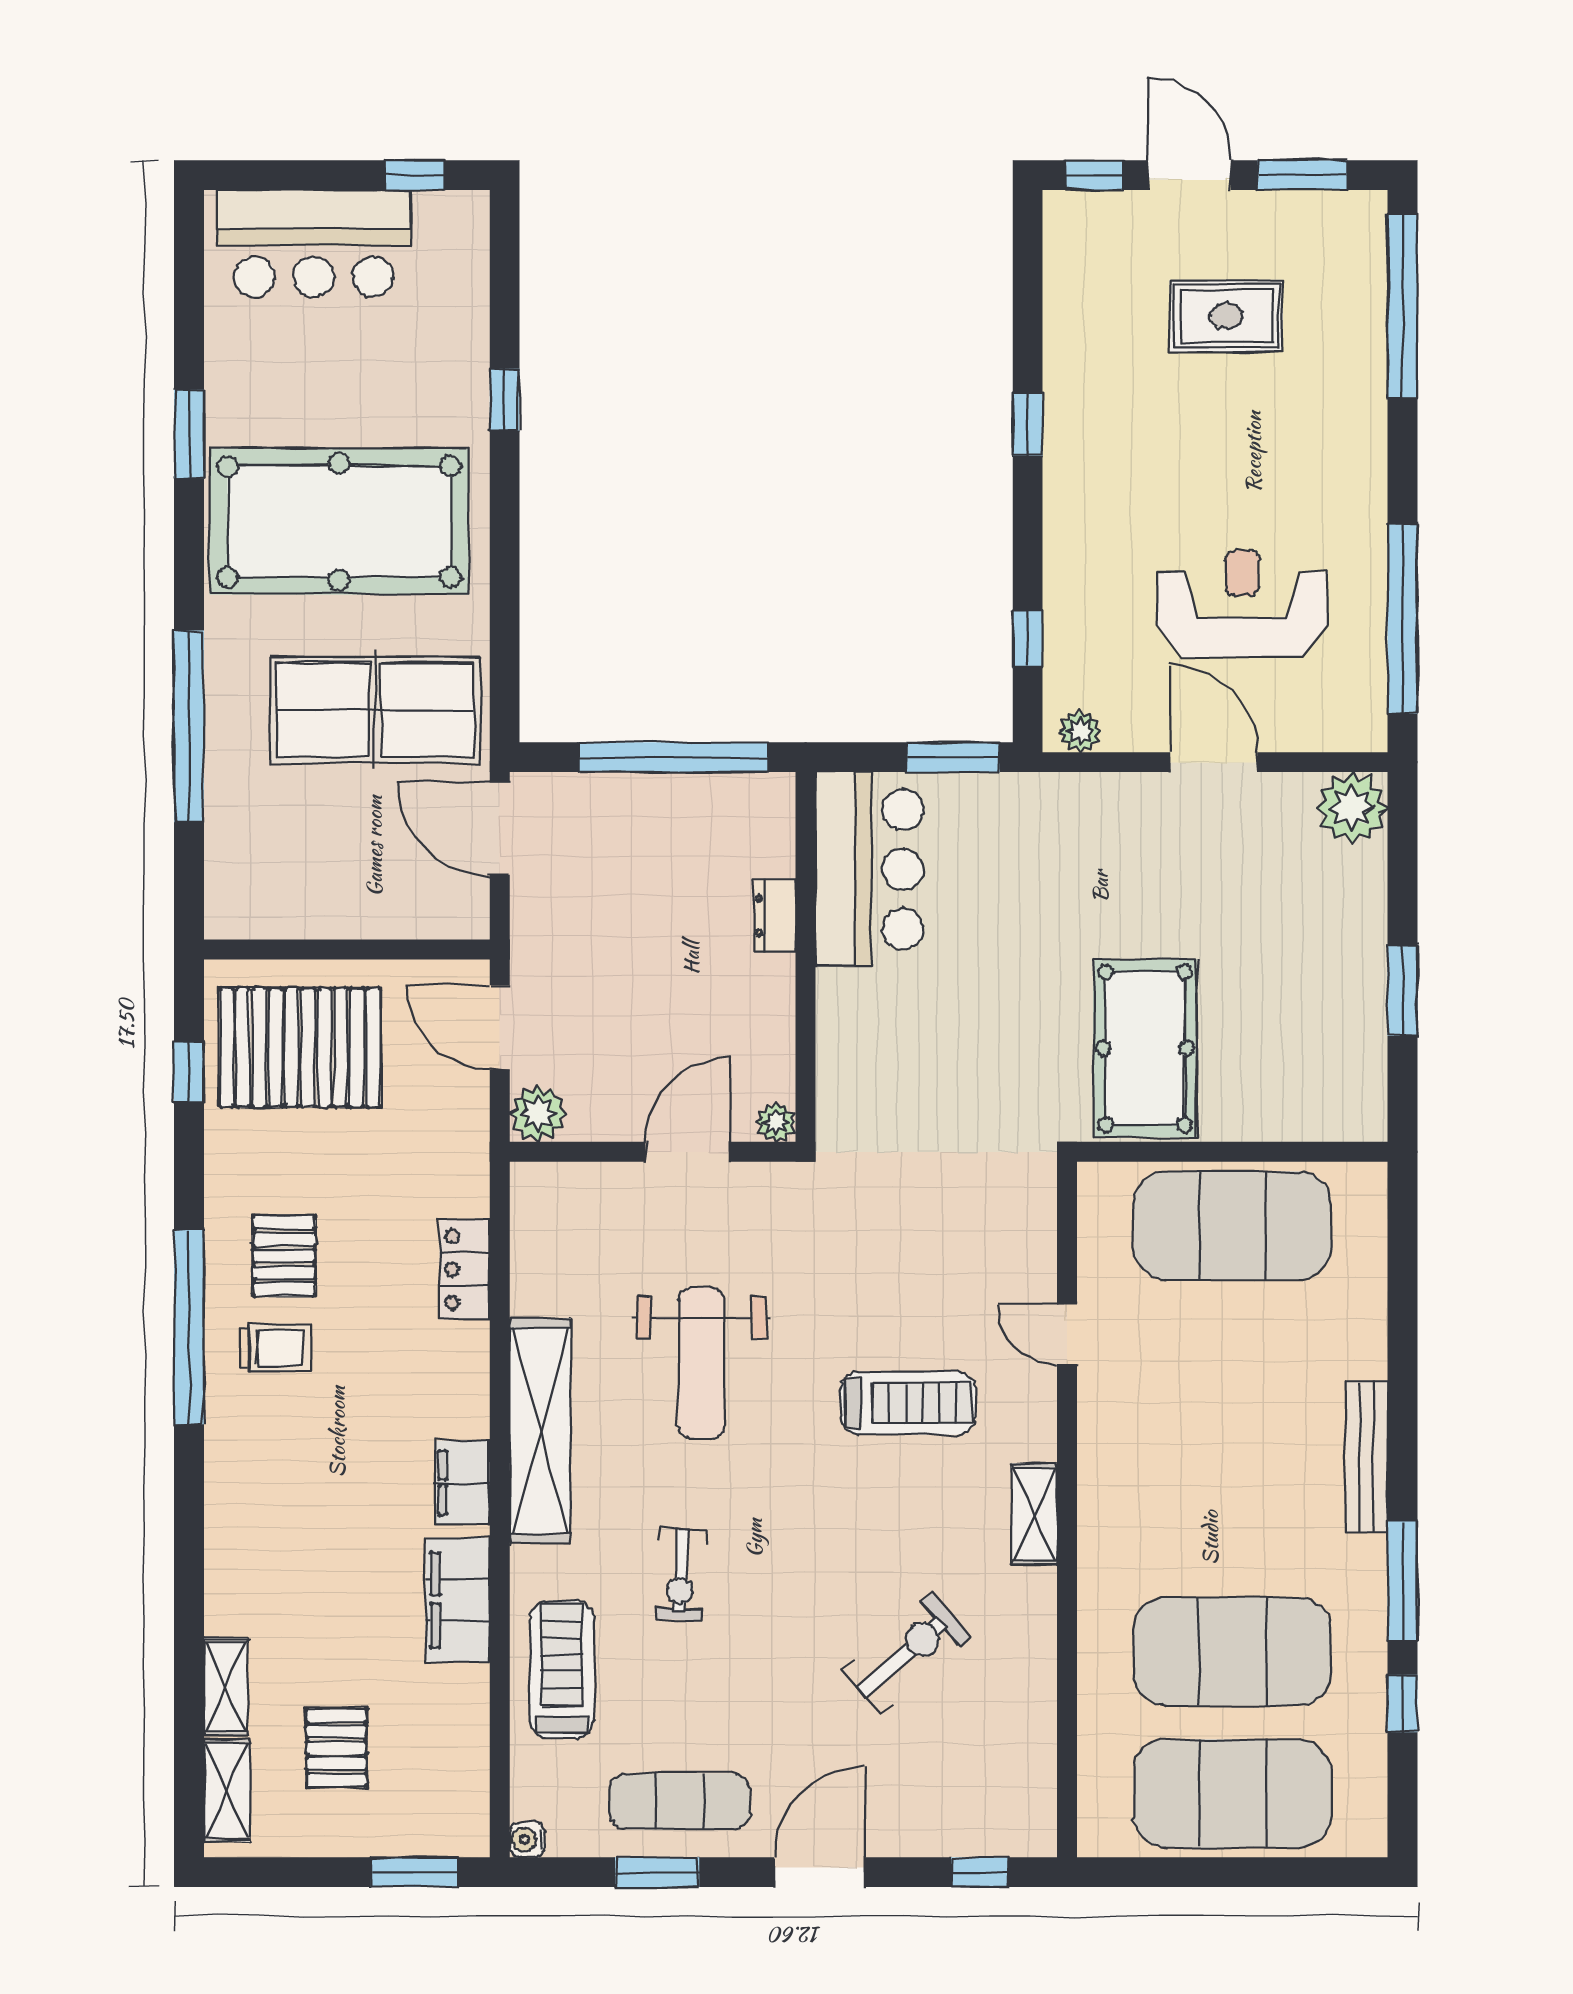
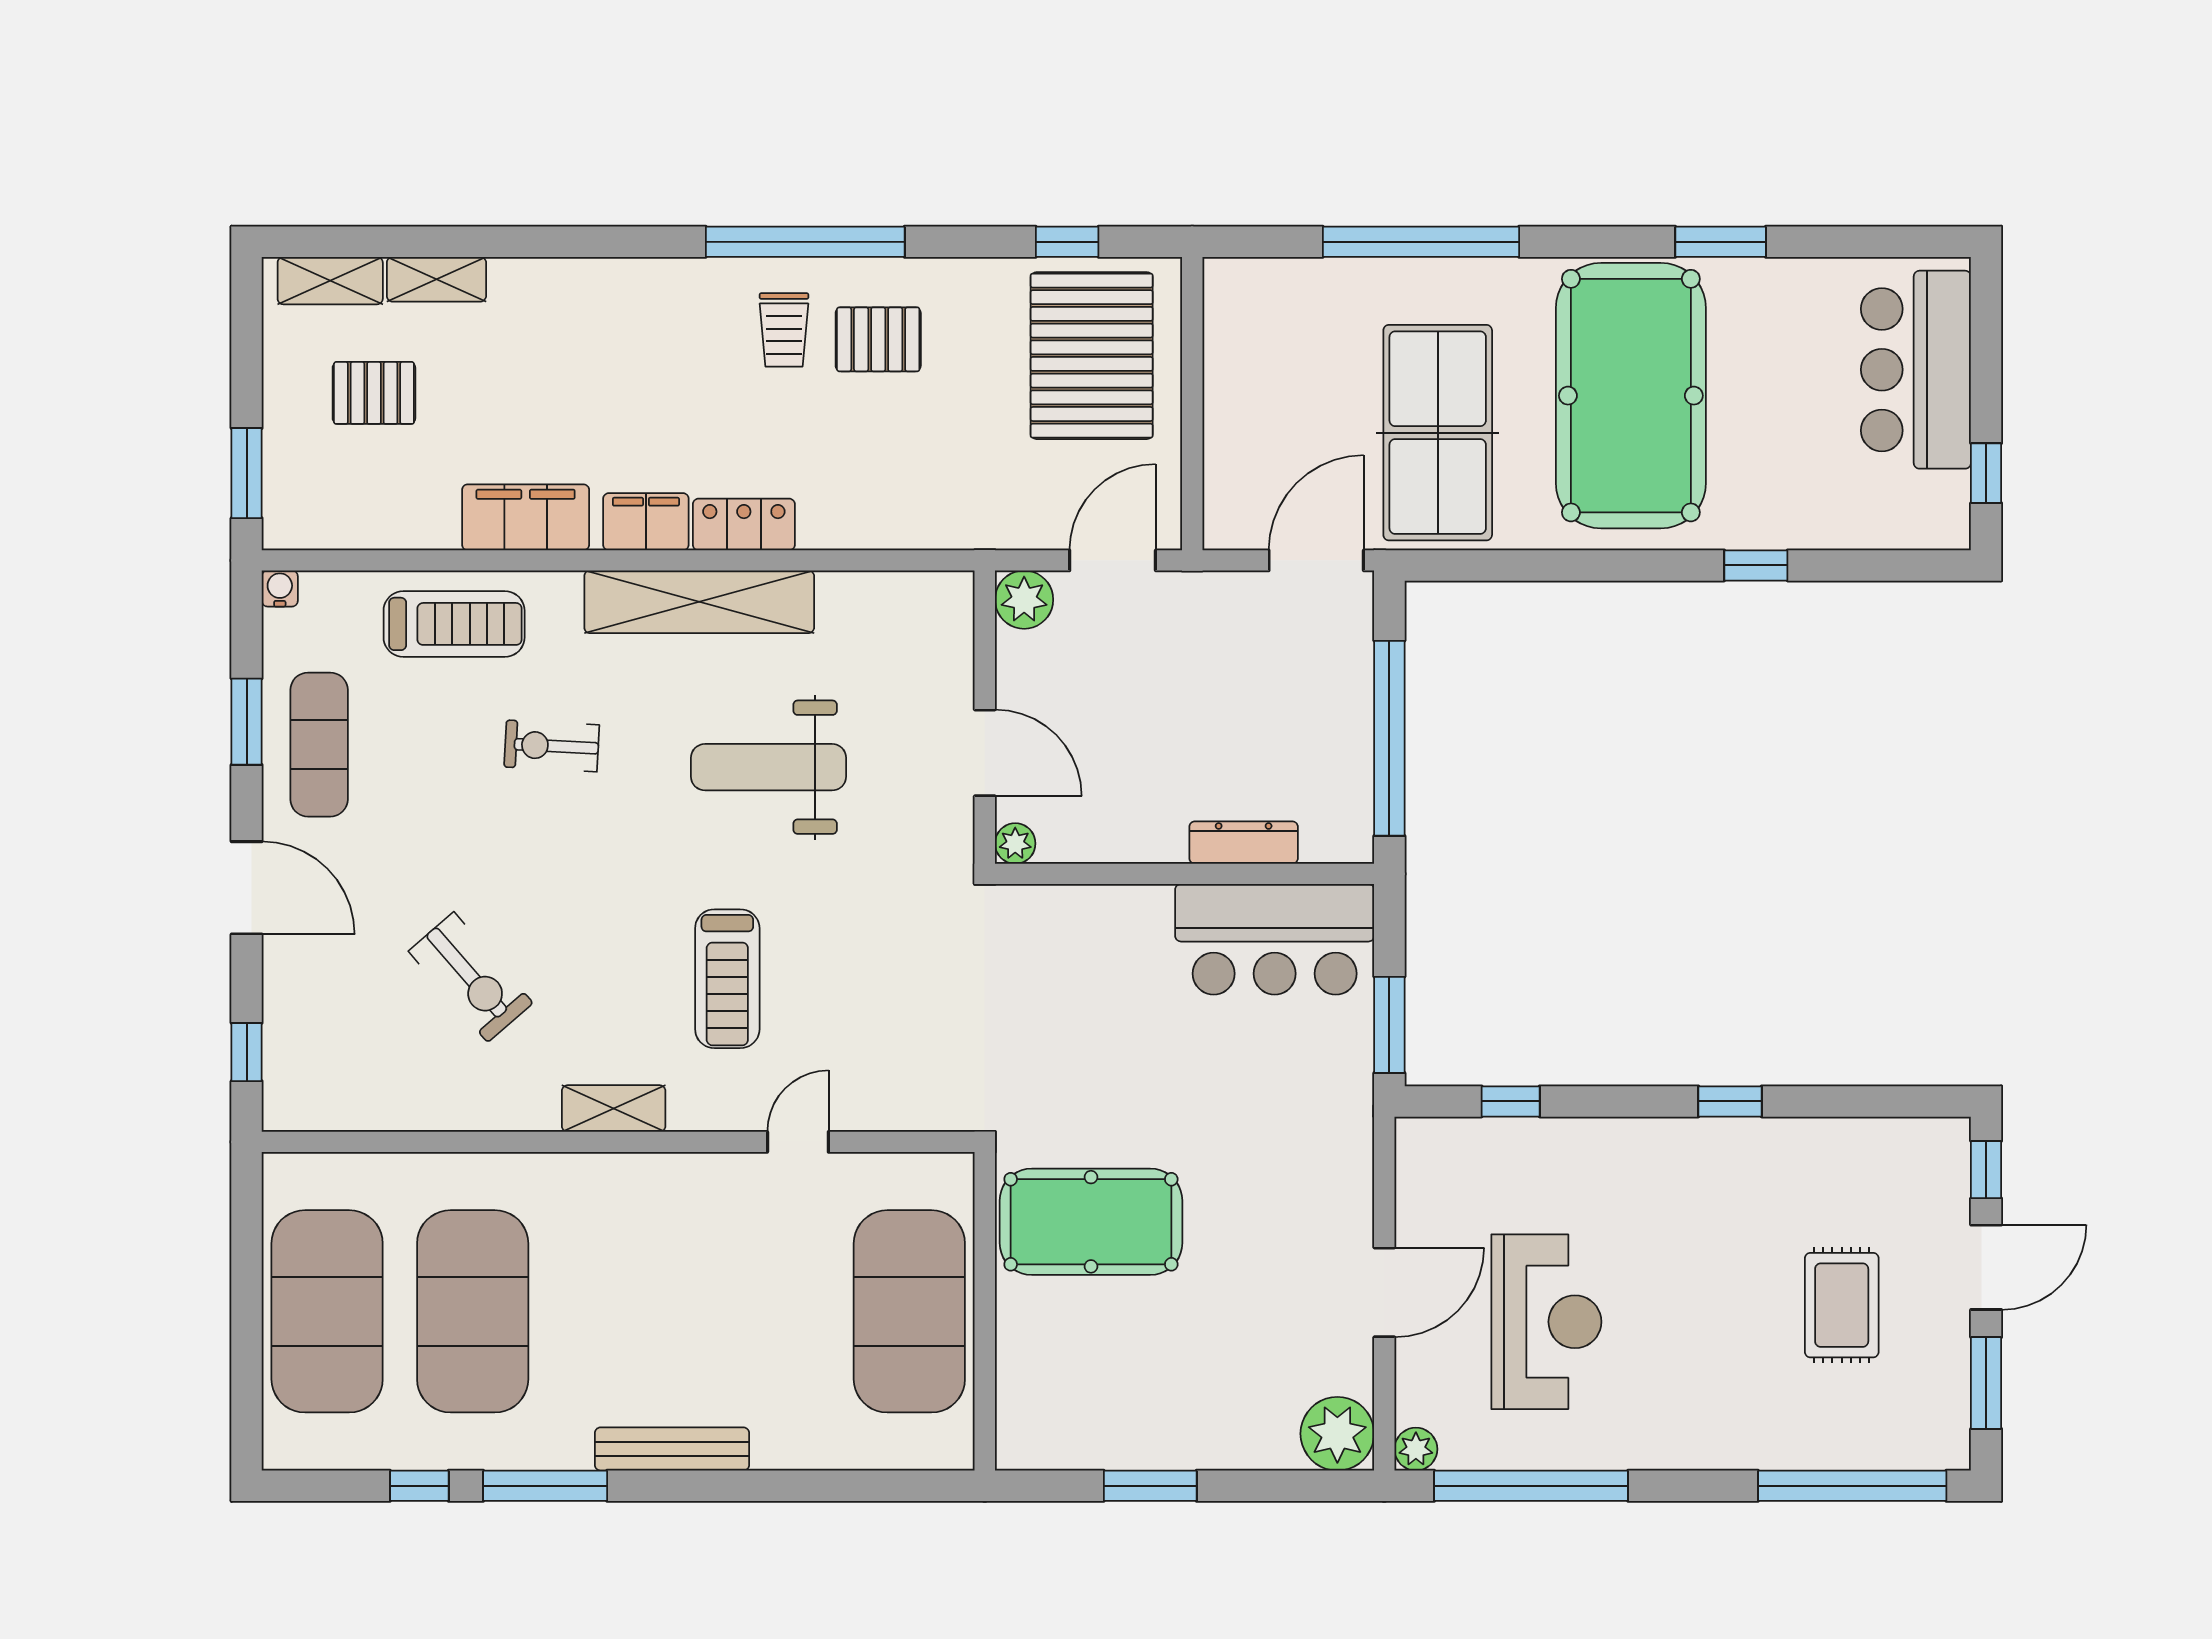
plant: (1080, 731) -> (1416, 1449), moved
dresser: (775, 916) -> (1244, 843), width x1.44
locker: (465, 1269) -> (744, 524), moved

